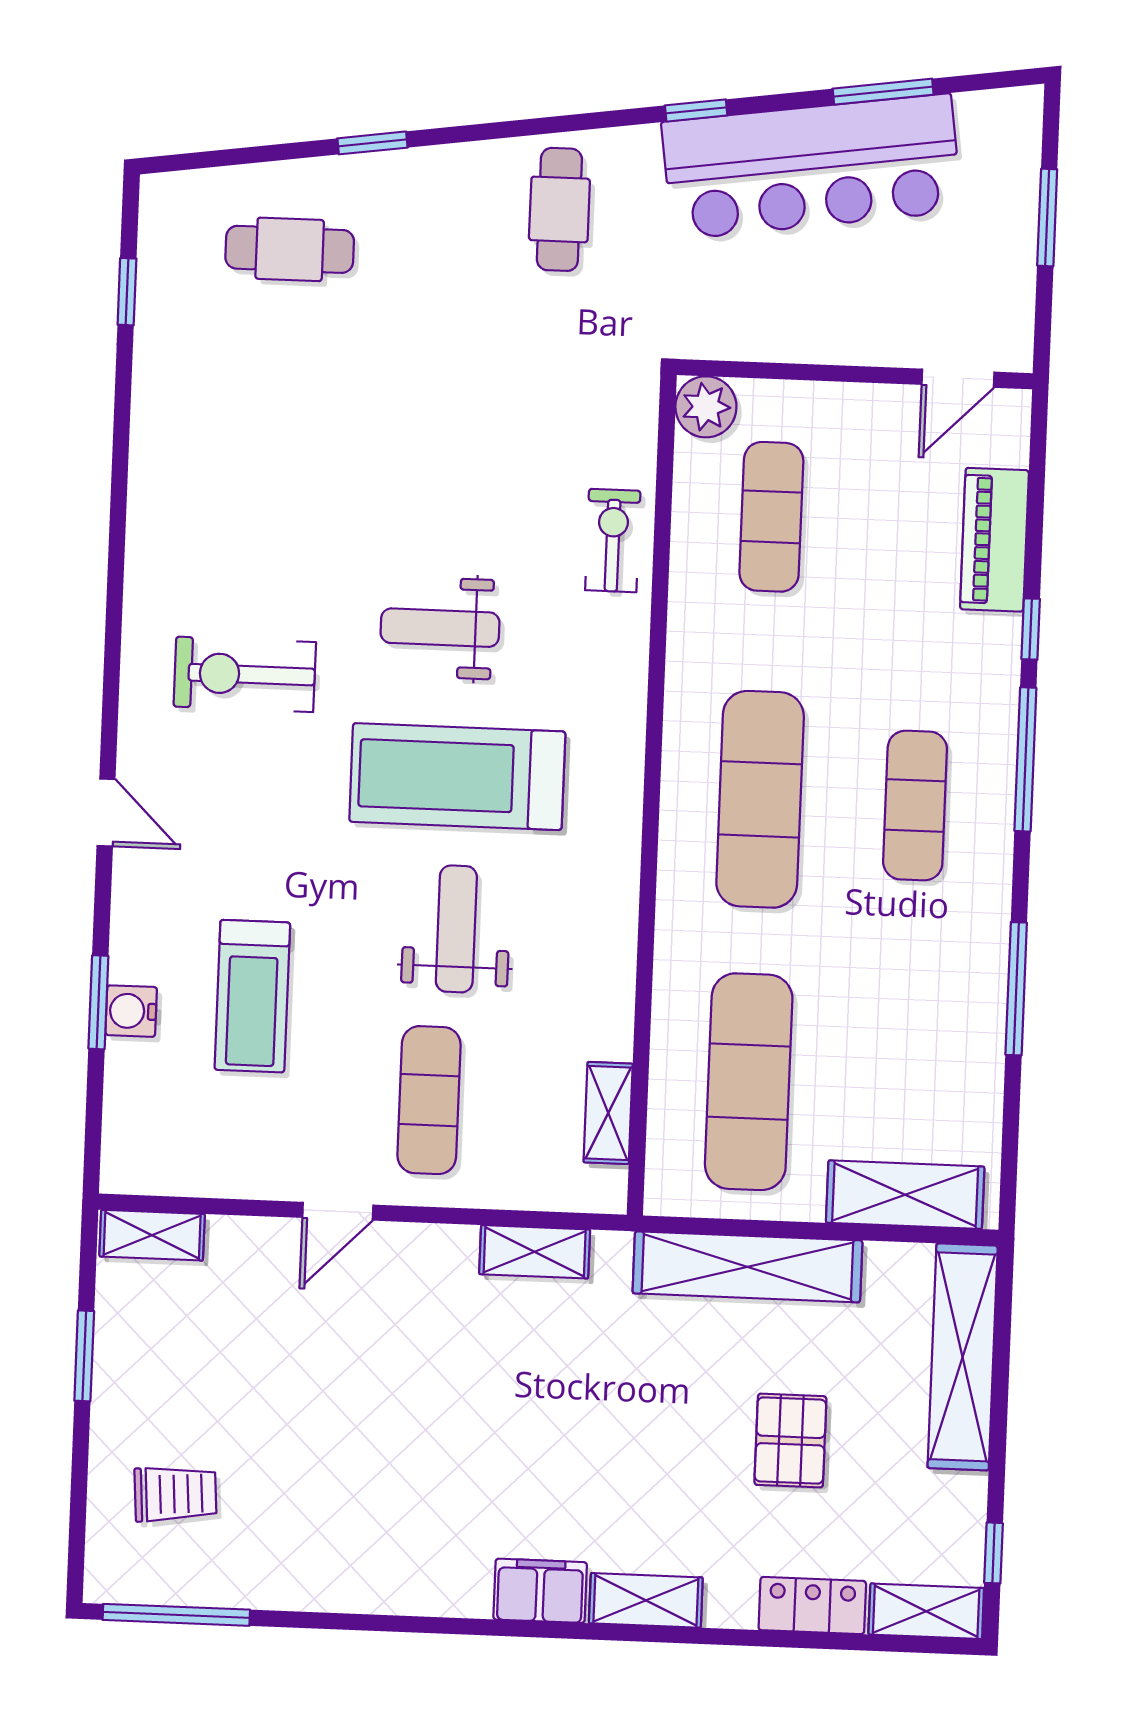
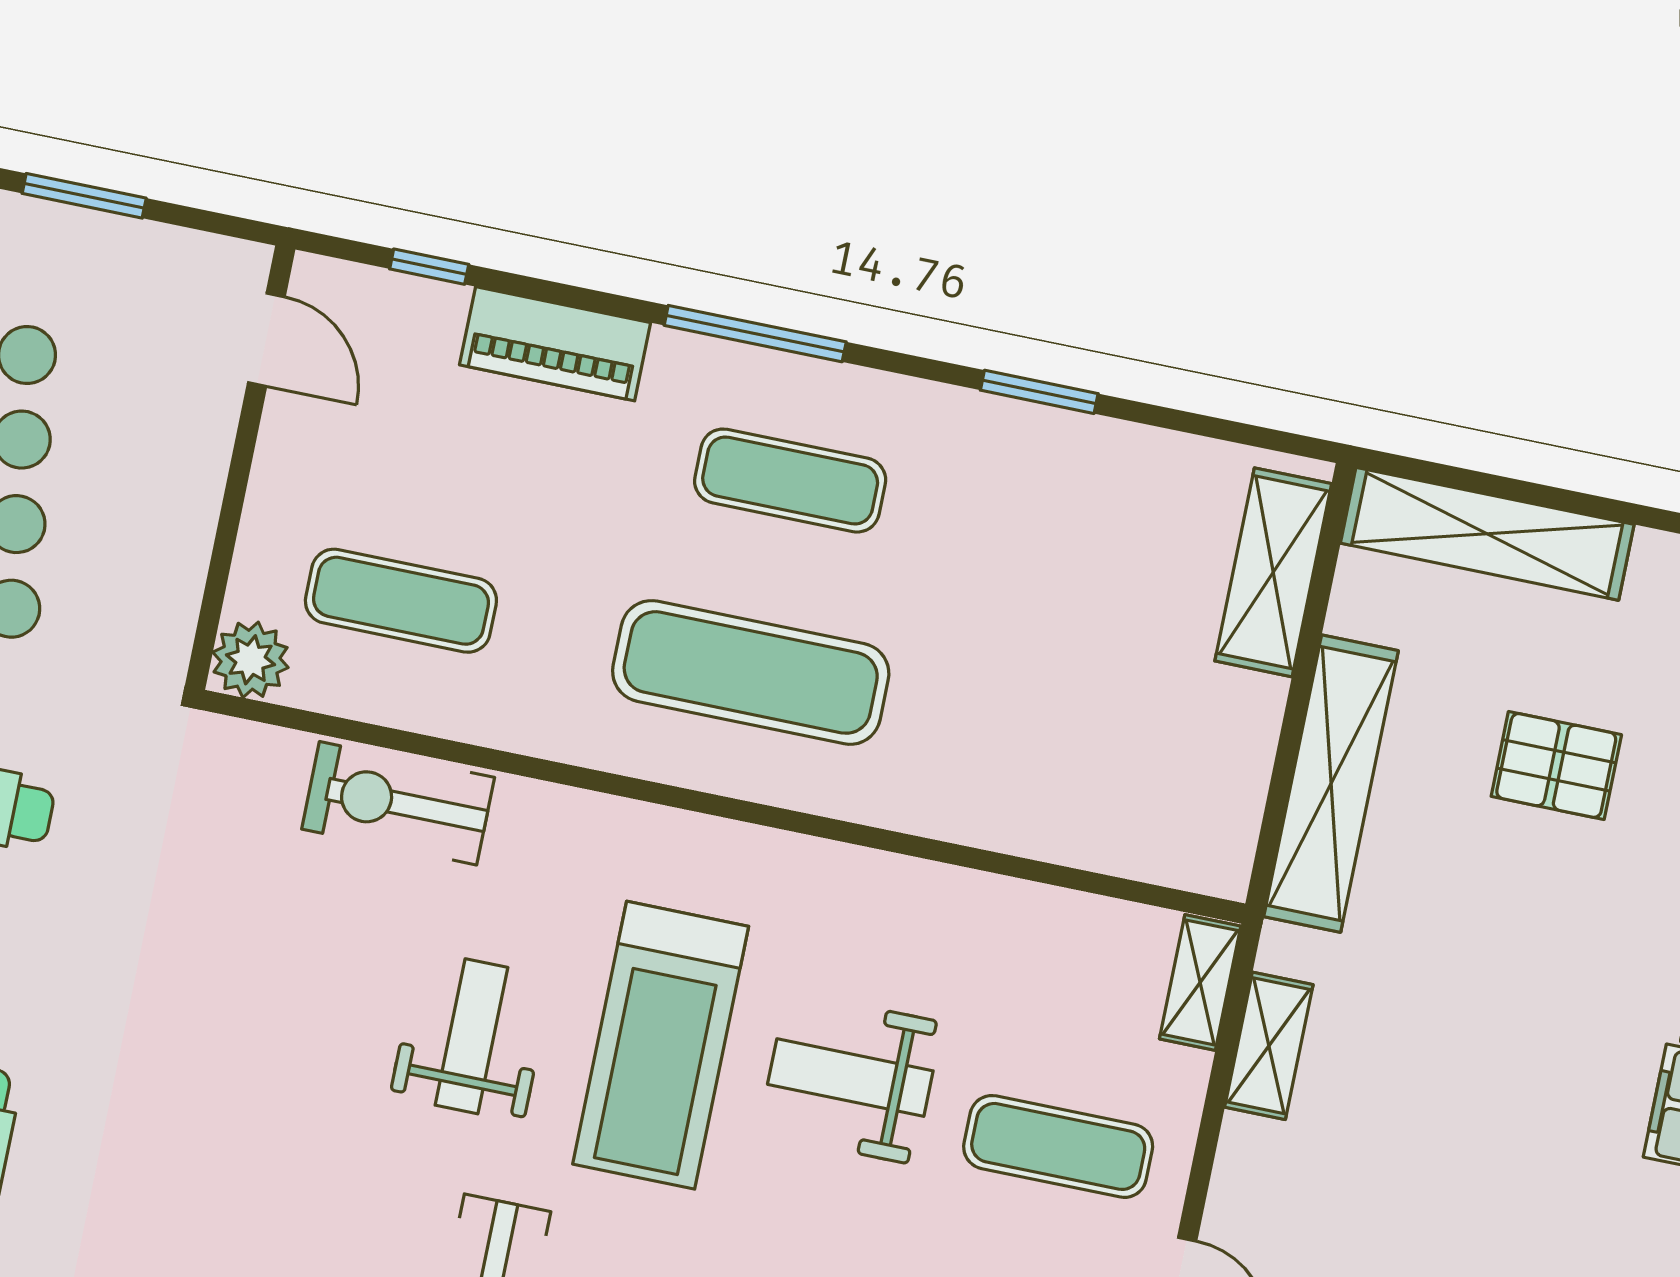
exercise bike: (613, 540) -> (398, 803), width x1.38, depth x1.39
piano: (994, 540) -> (555, 344), moved
weight bench: (440, 628) -> (471, 1036), turned 180
window: (1031, 629) -> (429, 267), moved
window: (1016, 989) -> (1039, 392), width x0.69
exercise mat: (749, 1082) -> (1100, 744), removed
shelving: (608, 1113) -> (1200, 982), moved, turned 90

